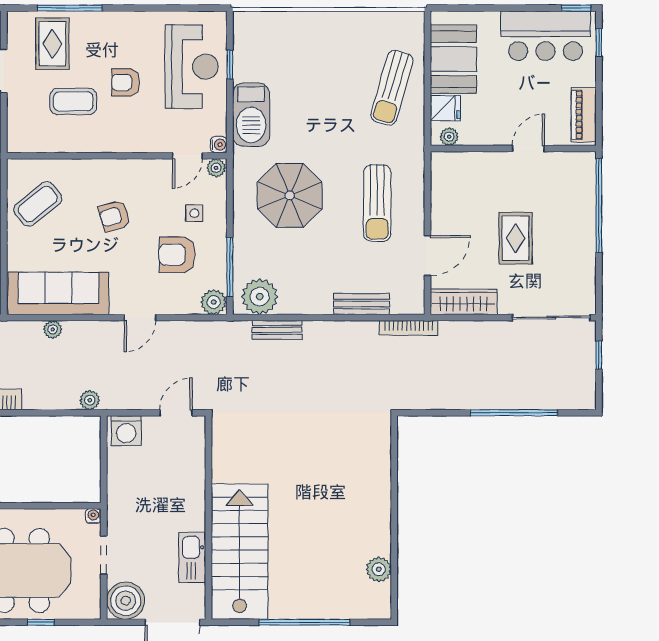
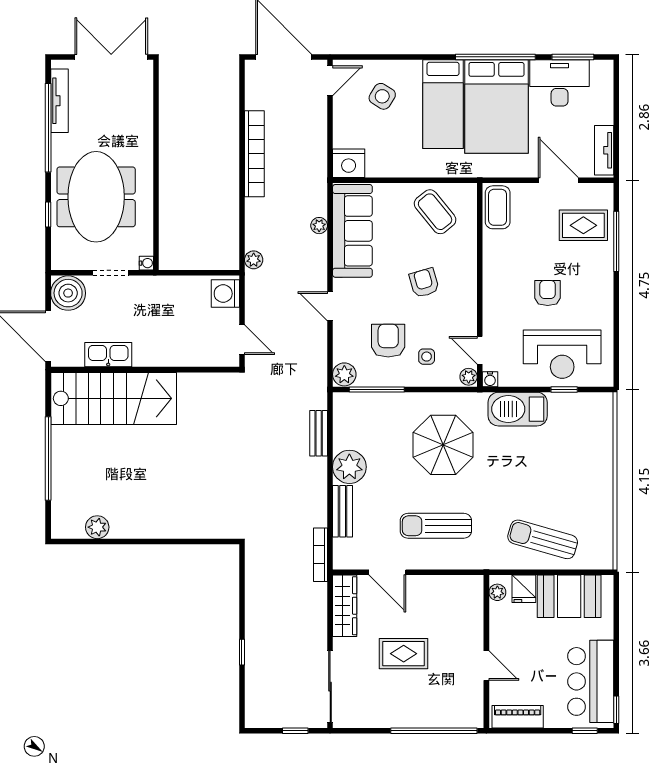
coffee table: (73, 101) -> (498, 207), moved
plant: (260, 297) -> (349, 467), moved
window: (514, 413) -> (242, 652), width x0.32

